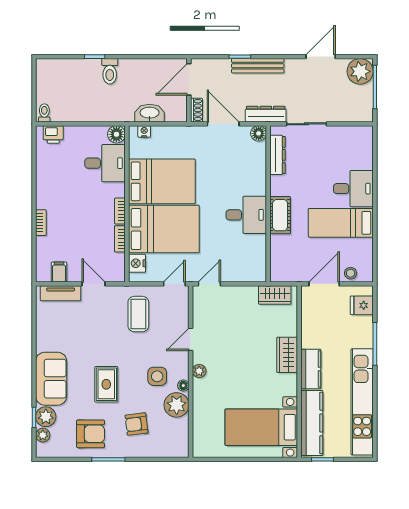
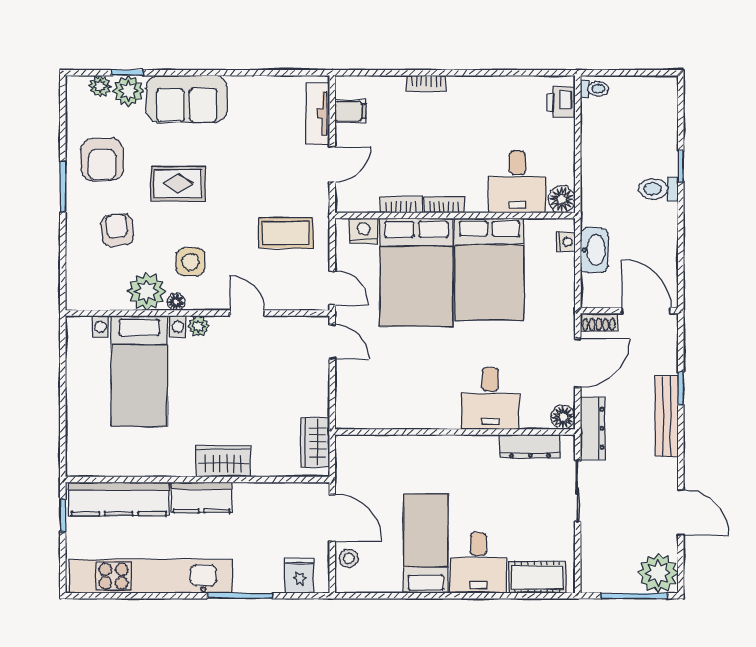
desk: (246, 215) -> (490, 398), moved
cot: (280, 215) -> (537, 577), moved
bed with nightstands: (261, 427) -> (139, 371), moved, turned 180

